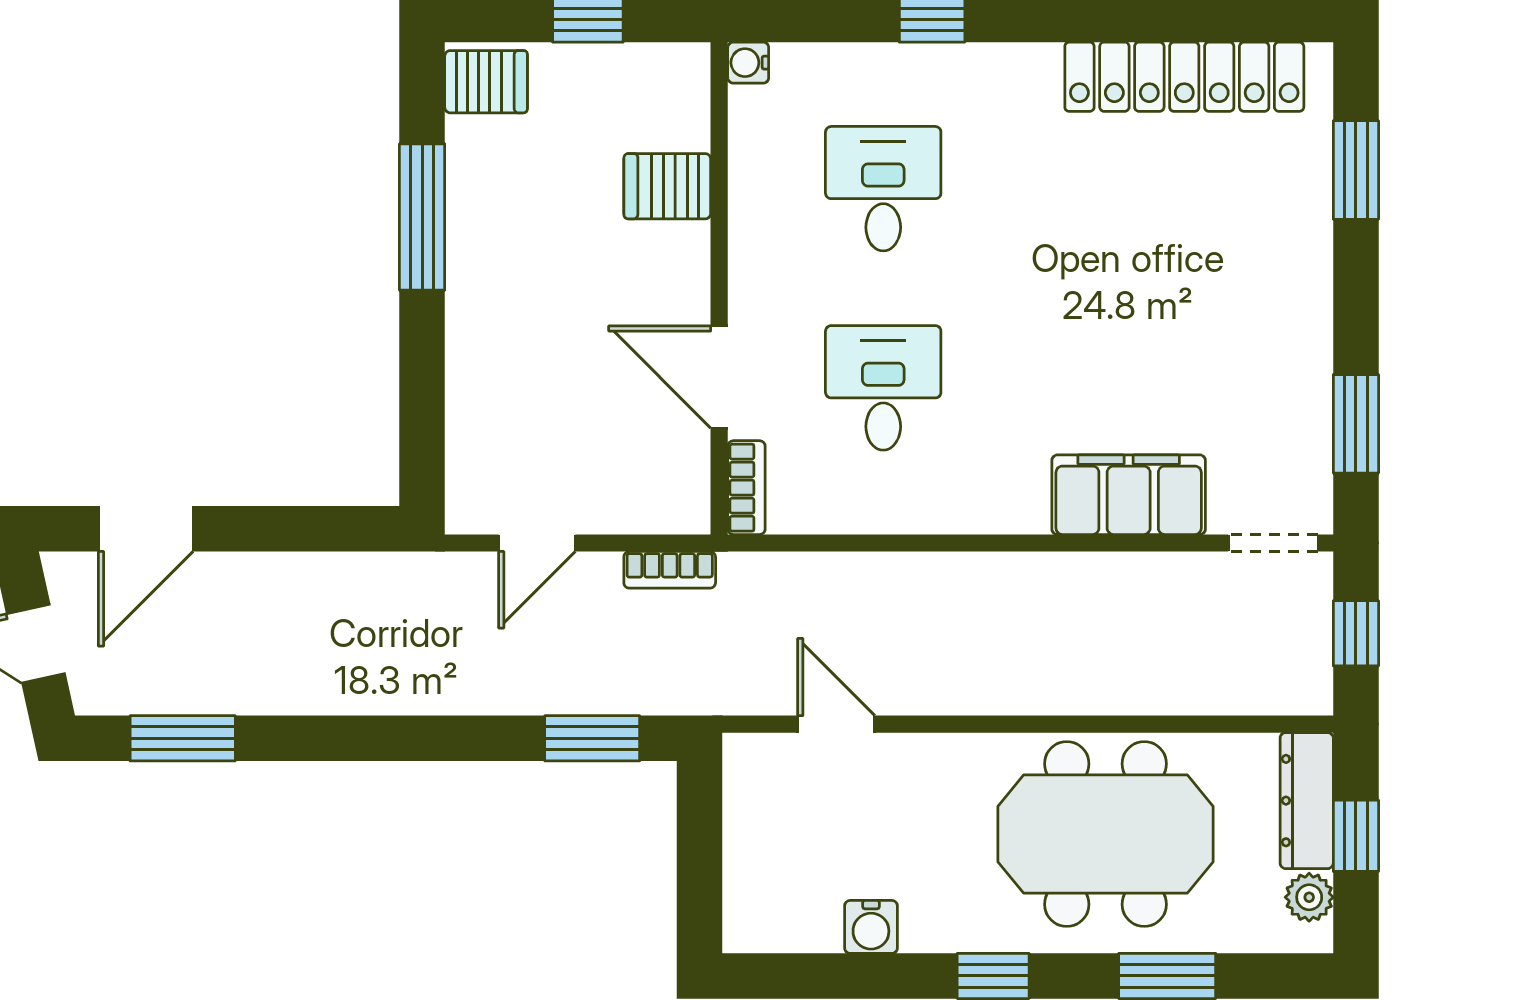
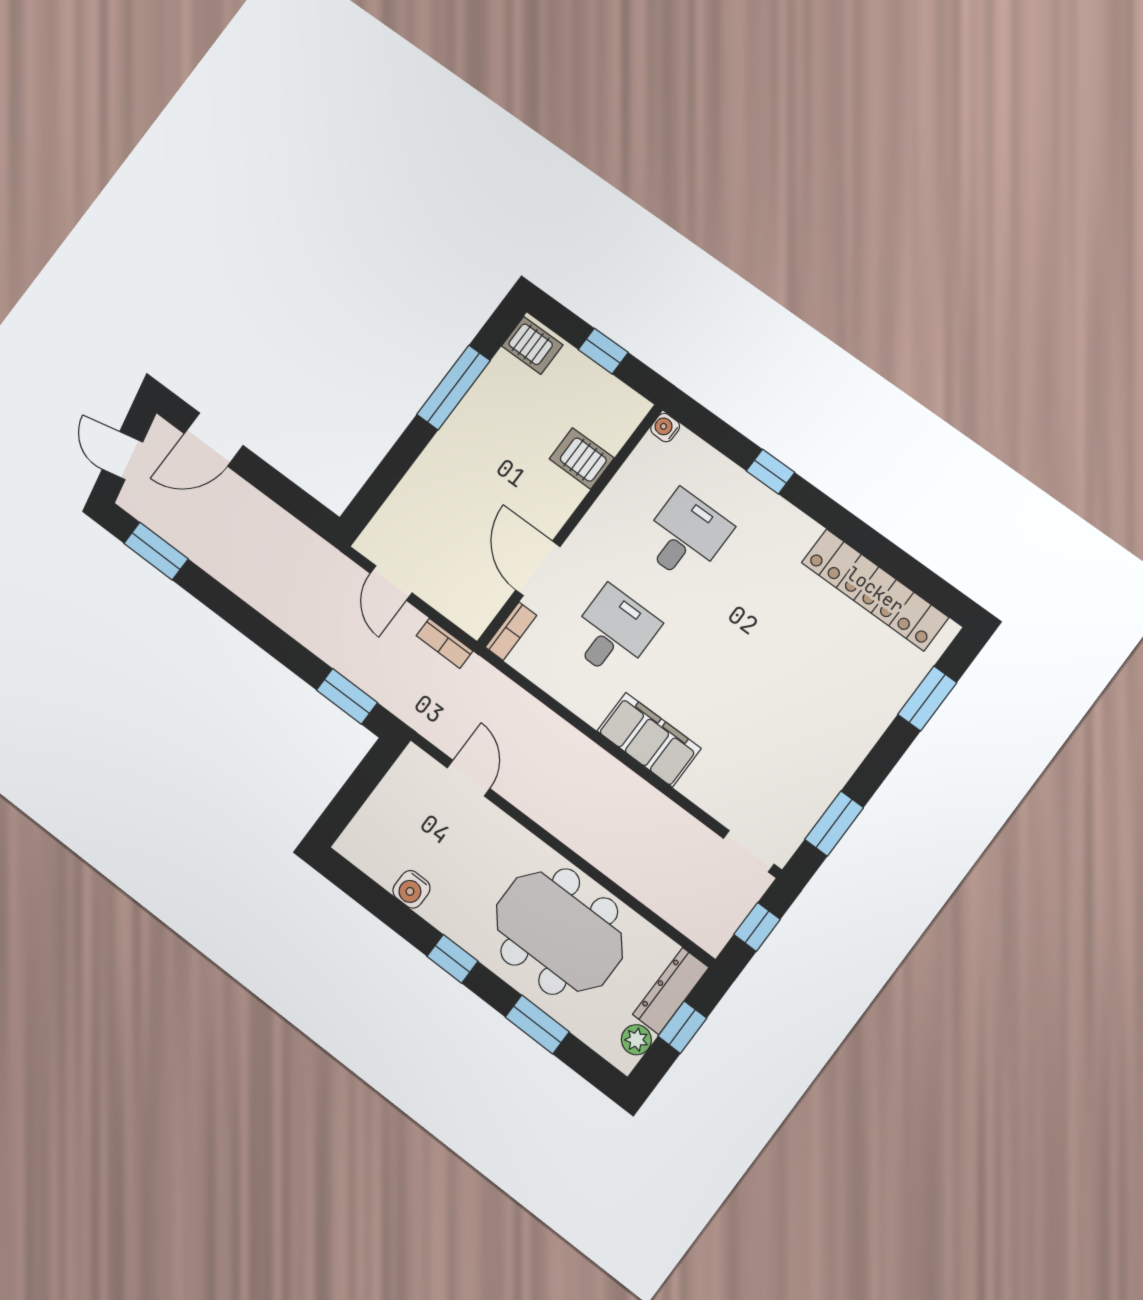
filing cabinet: (1129, 495) -> (649, 740), moved
door: (537, 543) -> (391, 583), hinge flipped

